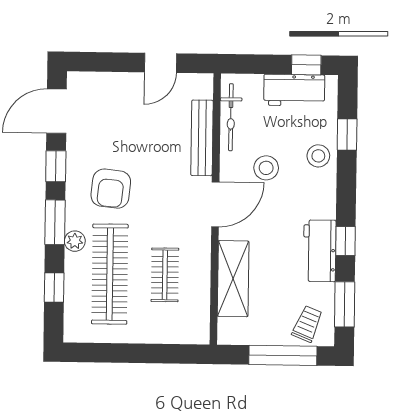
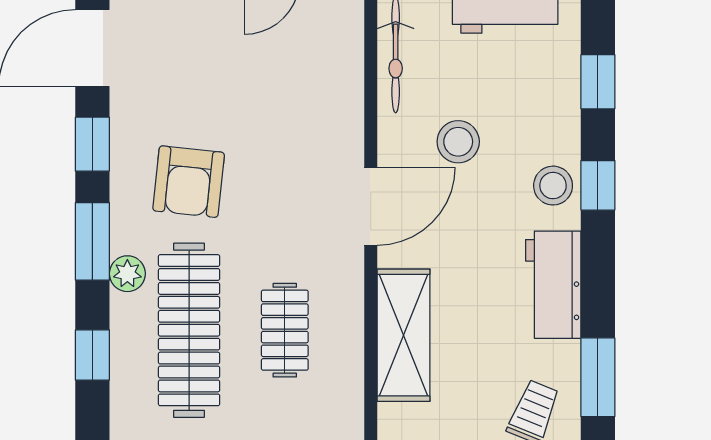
bench: (202, 138) -> (346, 91), removed
stool: (318, 156) -> (553, 186), moved
window: (346, 241) -> (598, 185), moved

